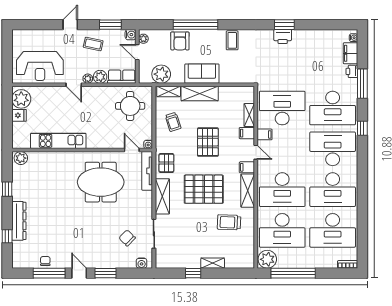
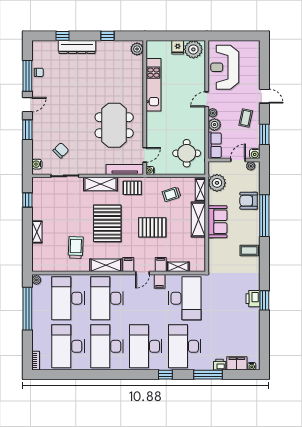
desk: (333, 149) -> (146, 346), turned 180
plant: (267, 259) -> (36, 280), width x0.53, depth x0.53
window: (193, 273) -> (27, 200), moved

